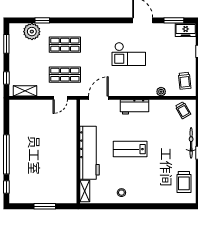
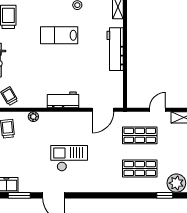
door: (60, 98) -> (158, 110), moved
lab bench: (130, 149) -> (59, 35), moved, turned 180
workbench: (90, 153) -> (115, 49), width x0.73, depth x0.76

